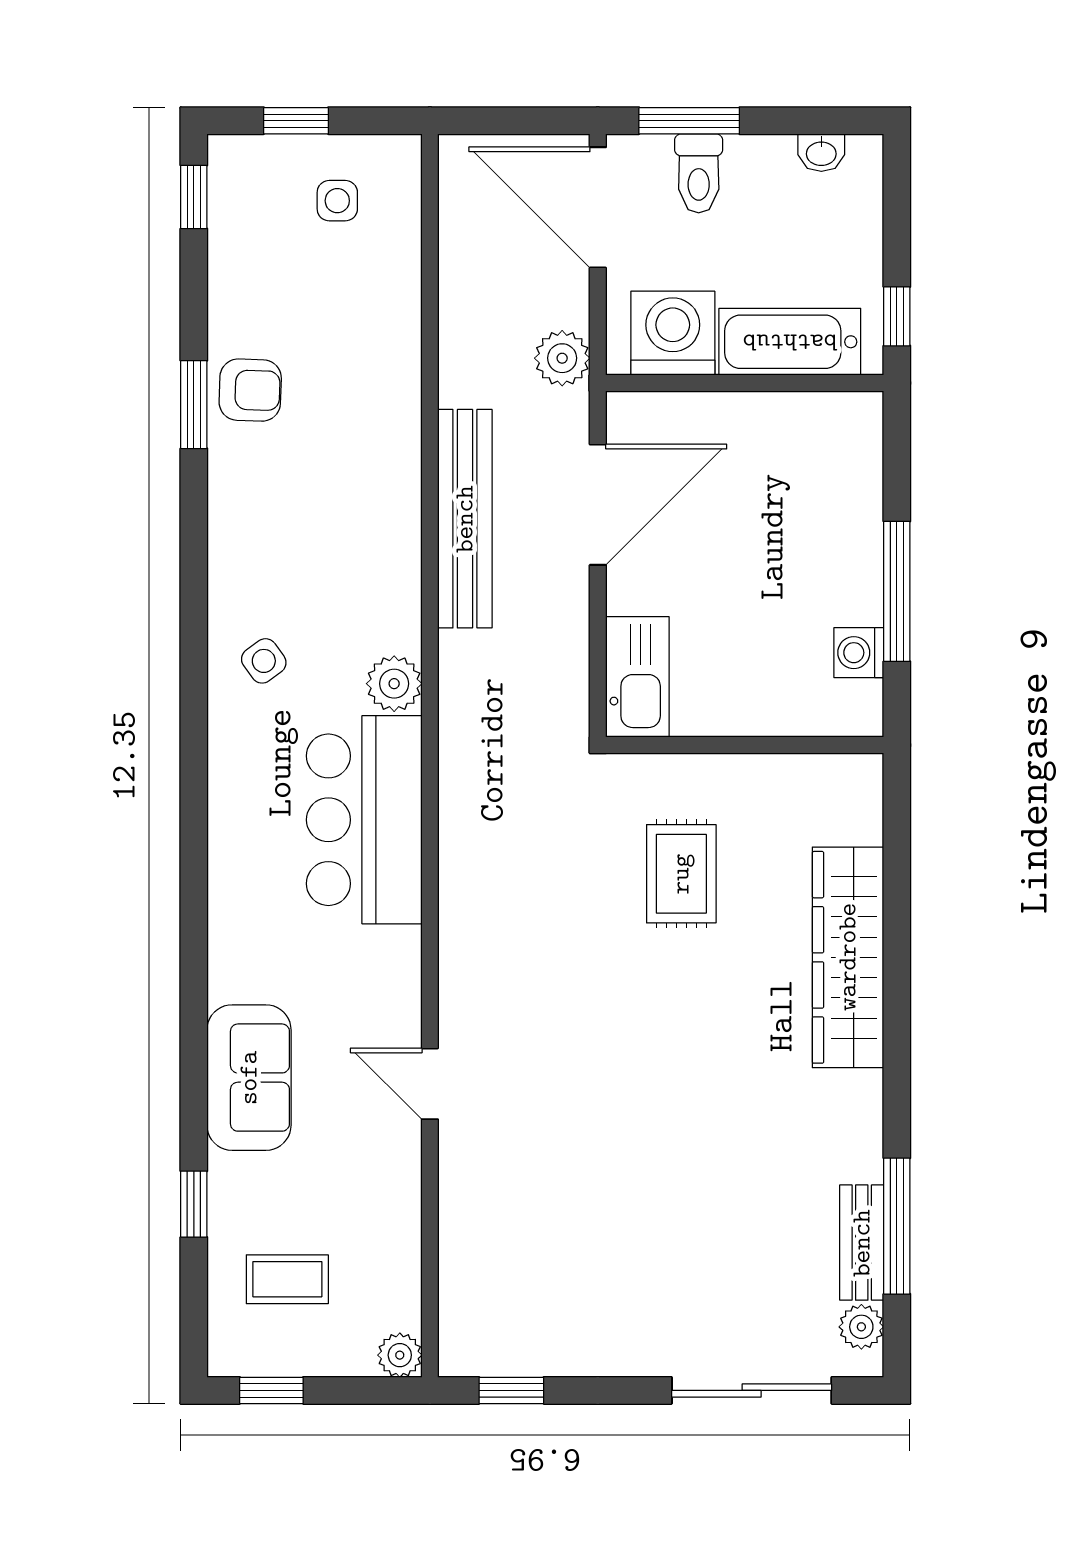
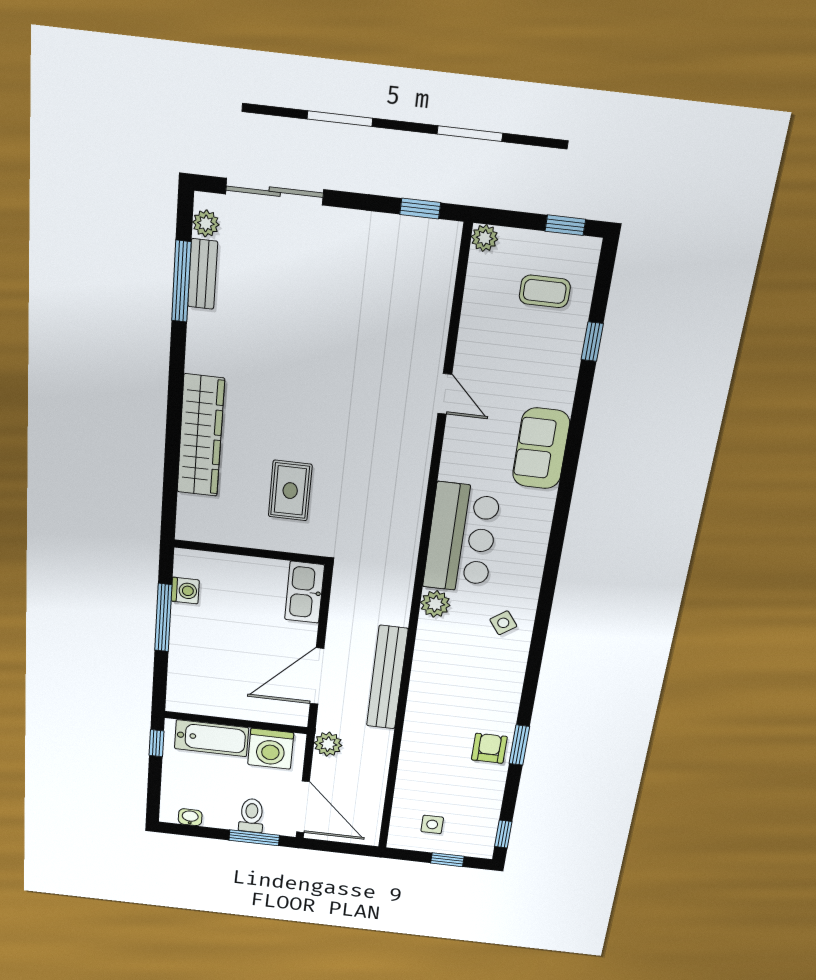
armchair: (250, 390) -> (489, 748), turned 88
sofa: (249, 1078) -> (541, 449), moved

